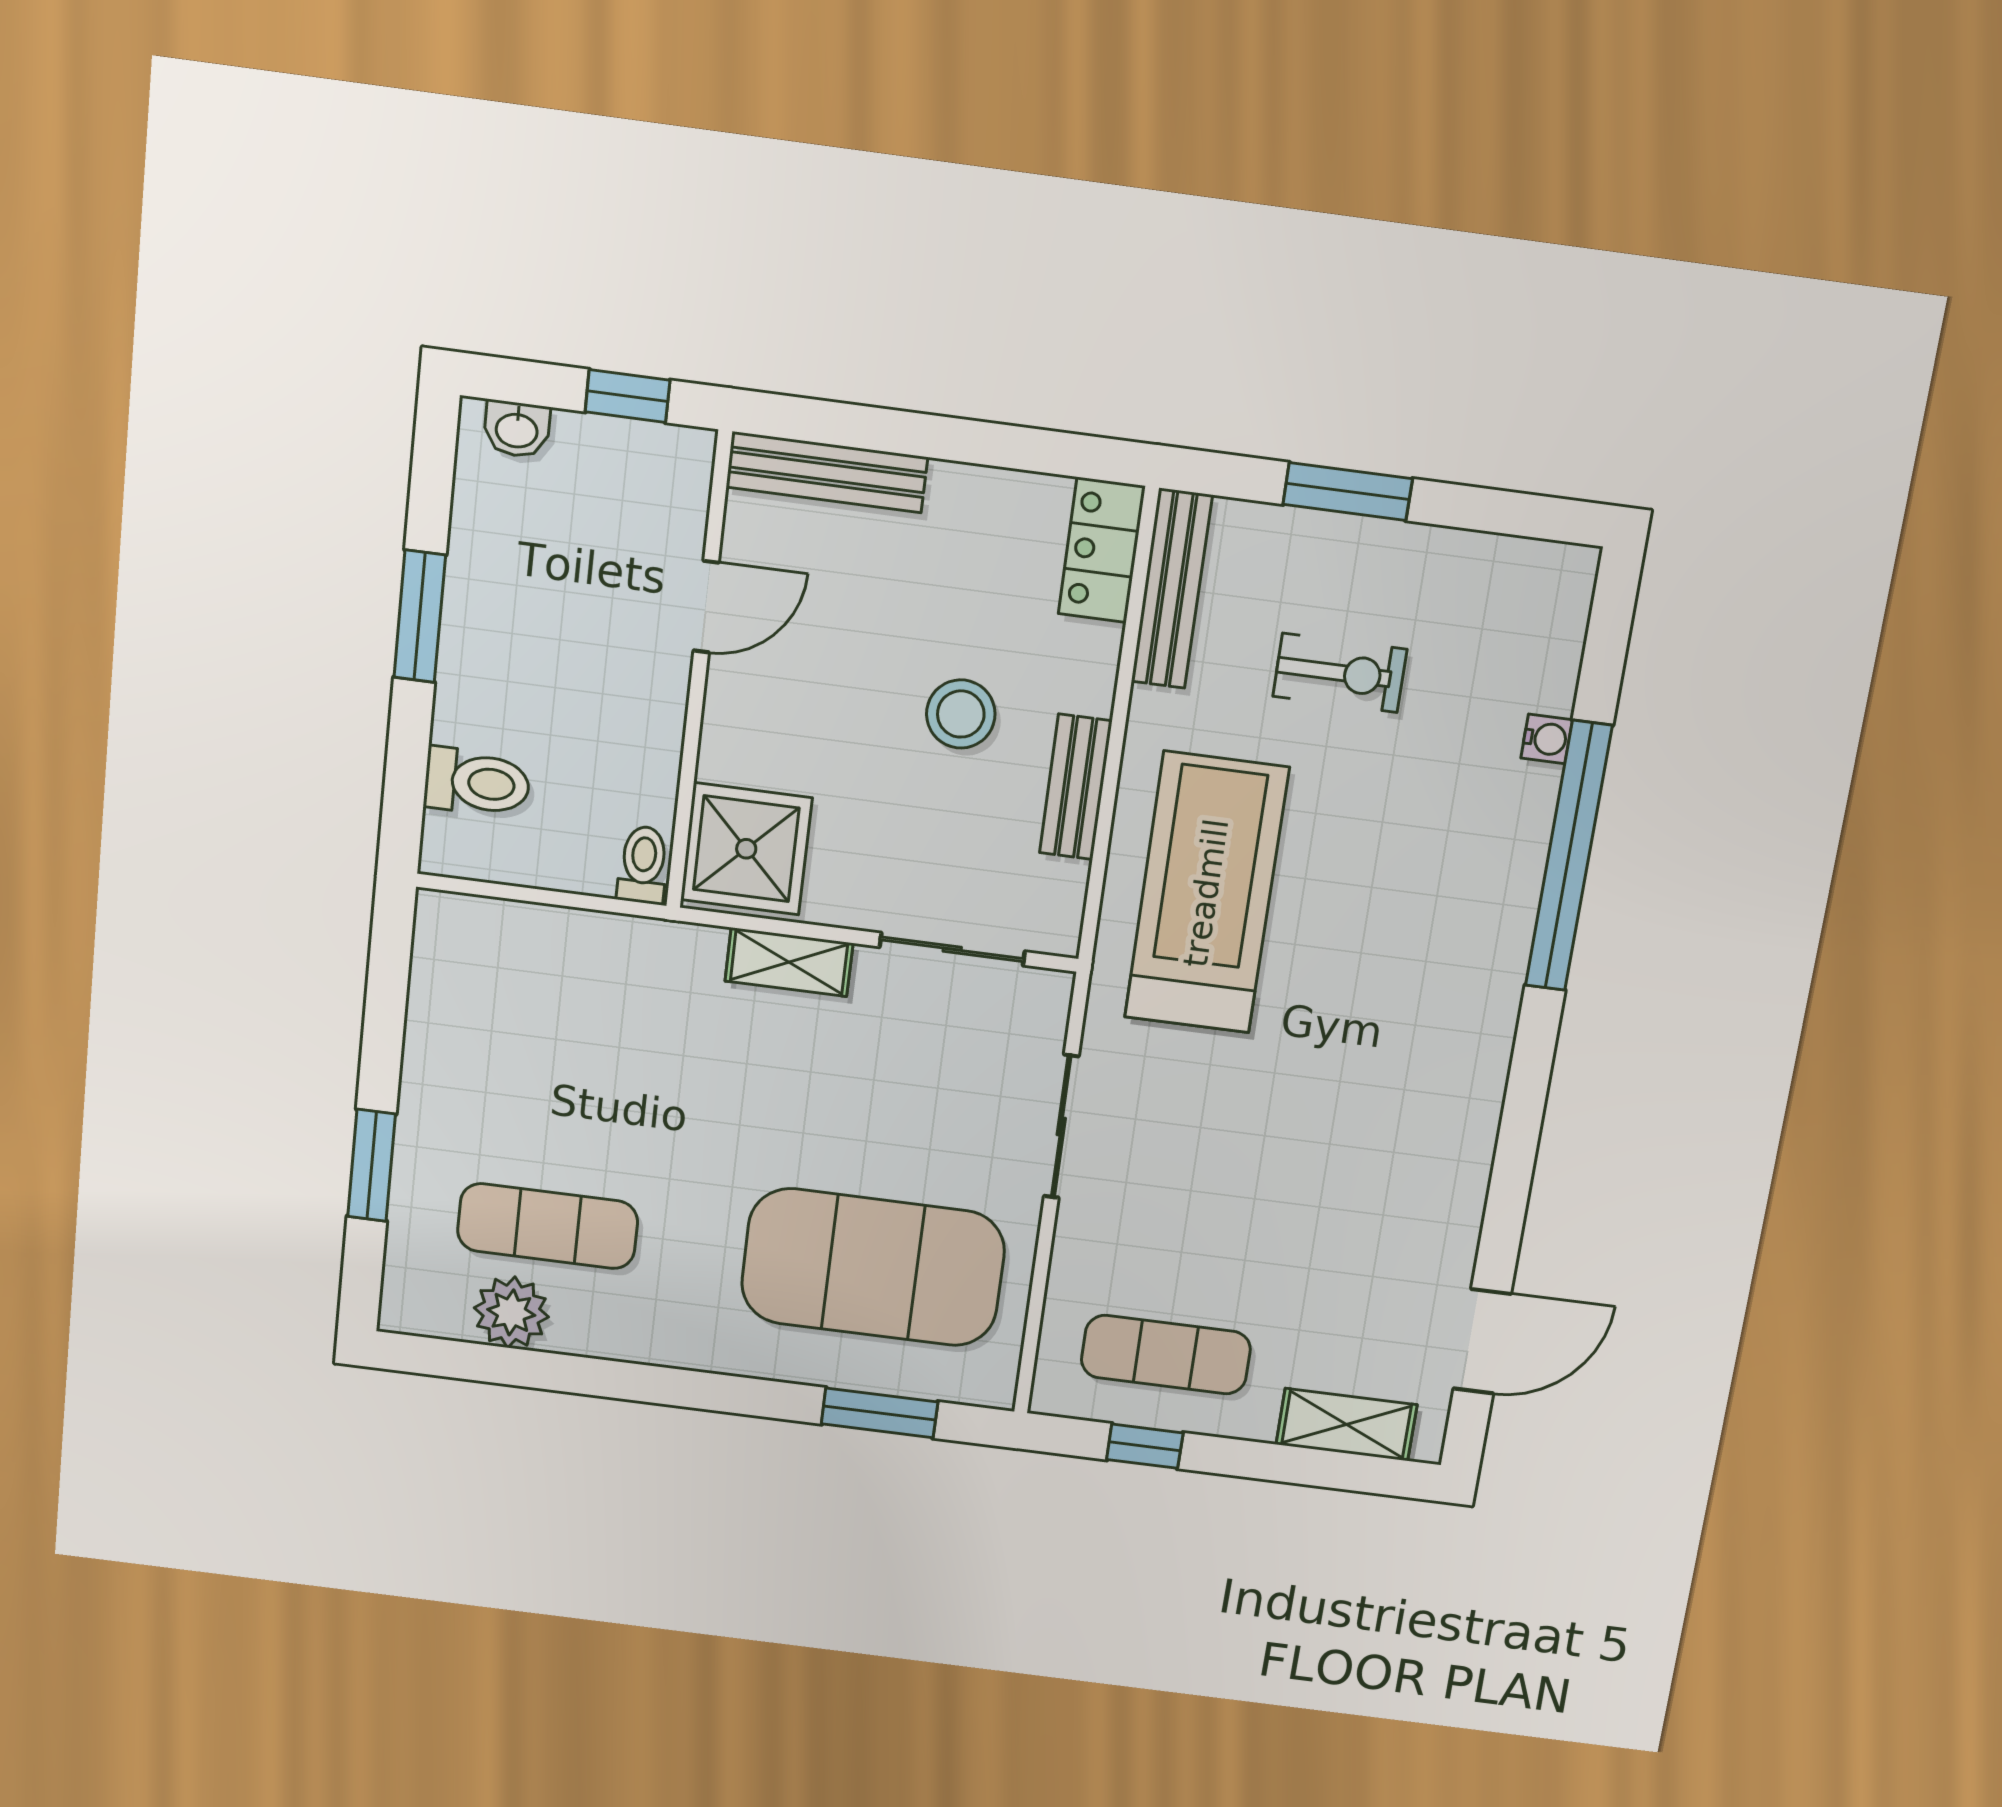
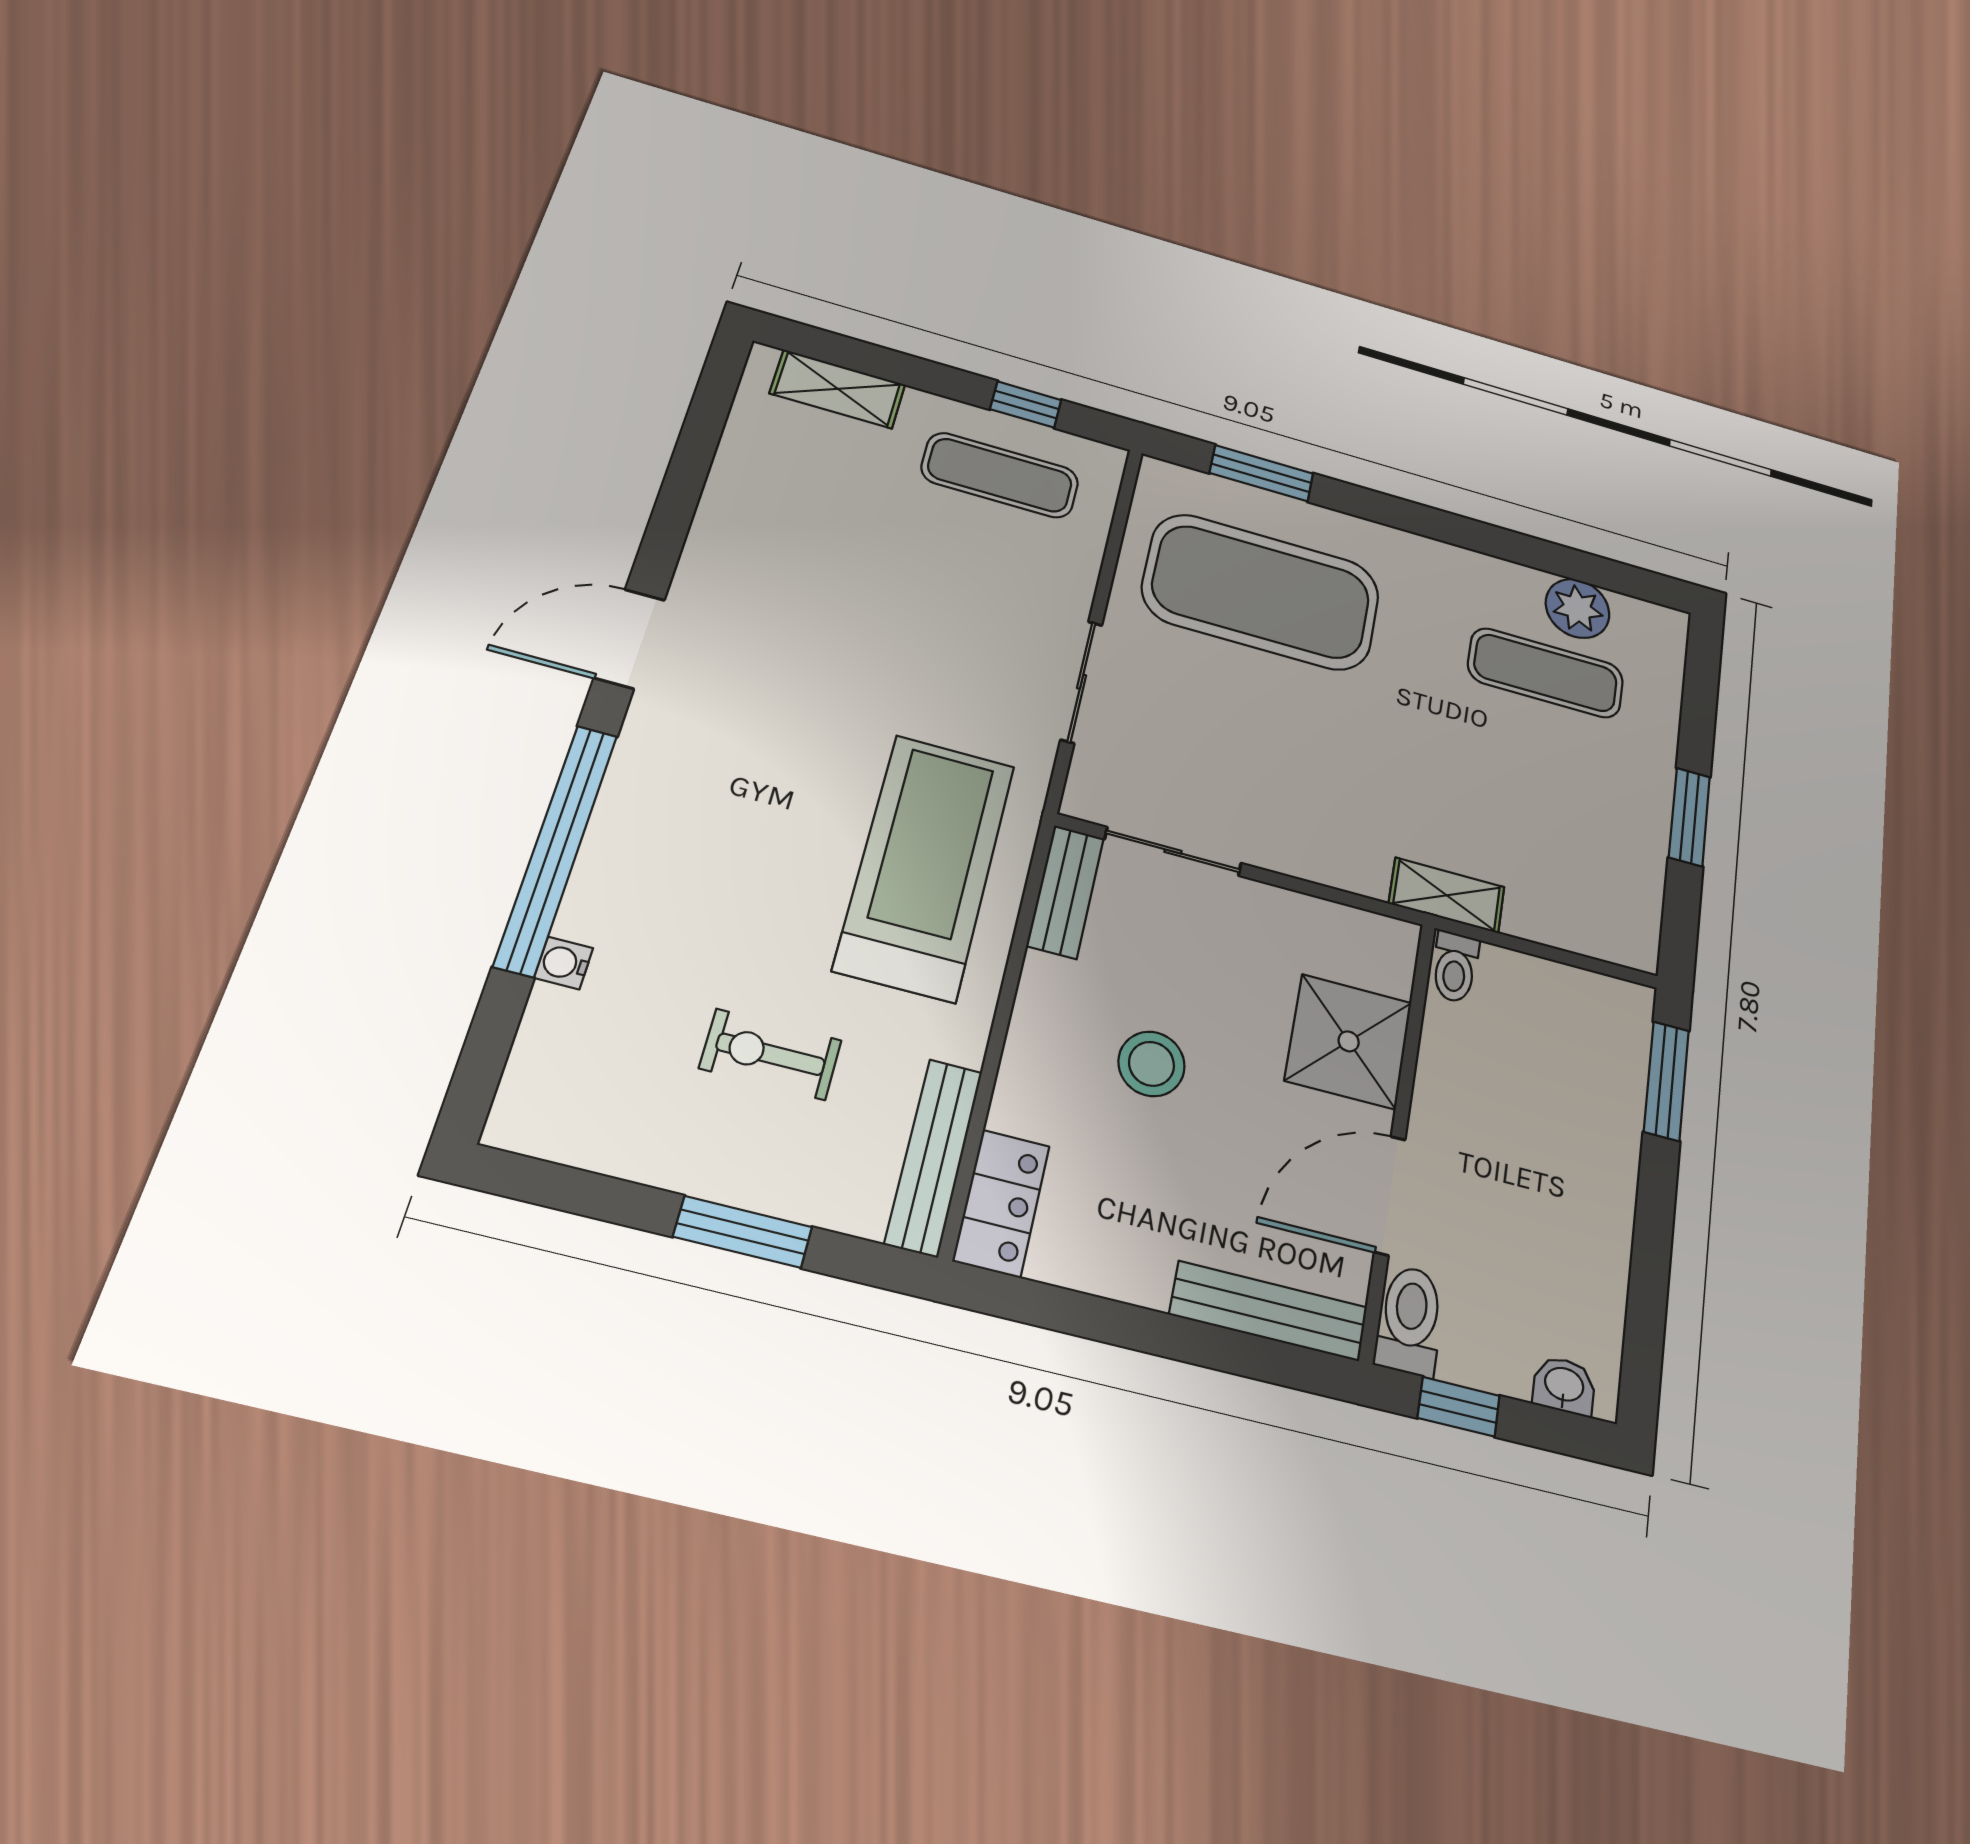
door: (706, 607) -> (1390, 1195), width x1.38
window: (420, 616) -> (1666, 1081), moved
toilet: (477, 782) -> (1410, 1320), moved, turned 90
bench: (1076, 787) -> (1065, 891), moved
shower: (746, 849) -> (1349, 1041), moved
treadmill: (1206, 893) -> (925, 866), turned 180
shelving: (789, 962) -> (1447, 895), moved
window: (372, 1165) -> (1689, 817), moved
door: (1482, 1341) -> (629, 639), moved

